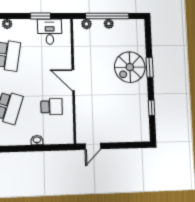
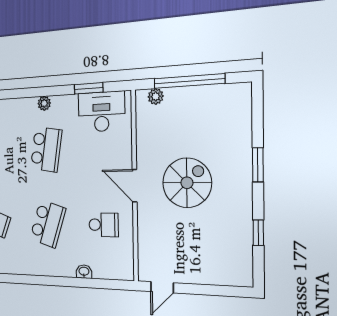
plant: (109, 24) -> (191, 94), removed
desk: (50, 32) -> (101, 112), width x1.37
spiral stairs: (130, 67) -> (187, 183), moved, turned 180

